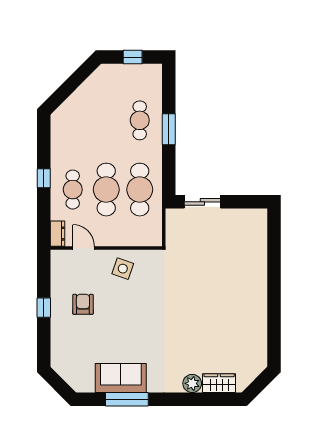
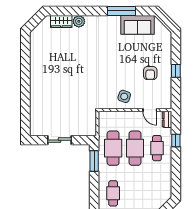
window: (169, 129) -> (94, 161), moved
window: (44, 178) -> (176, 140), moved
sliding door: (202, 202) -> (59, 140), moved
sofa: (121, 378) -> (137, 25), moved

